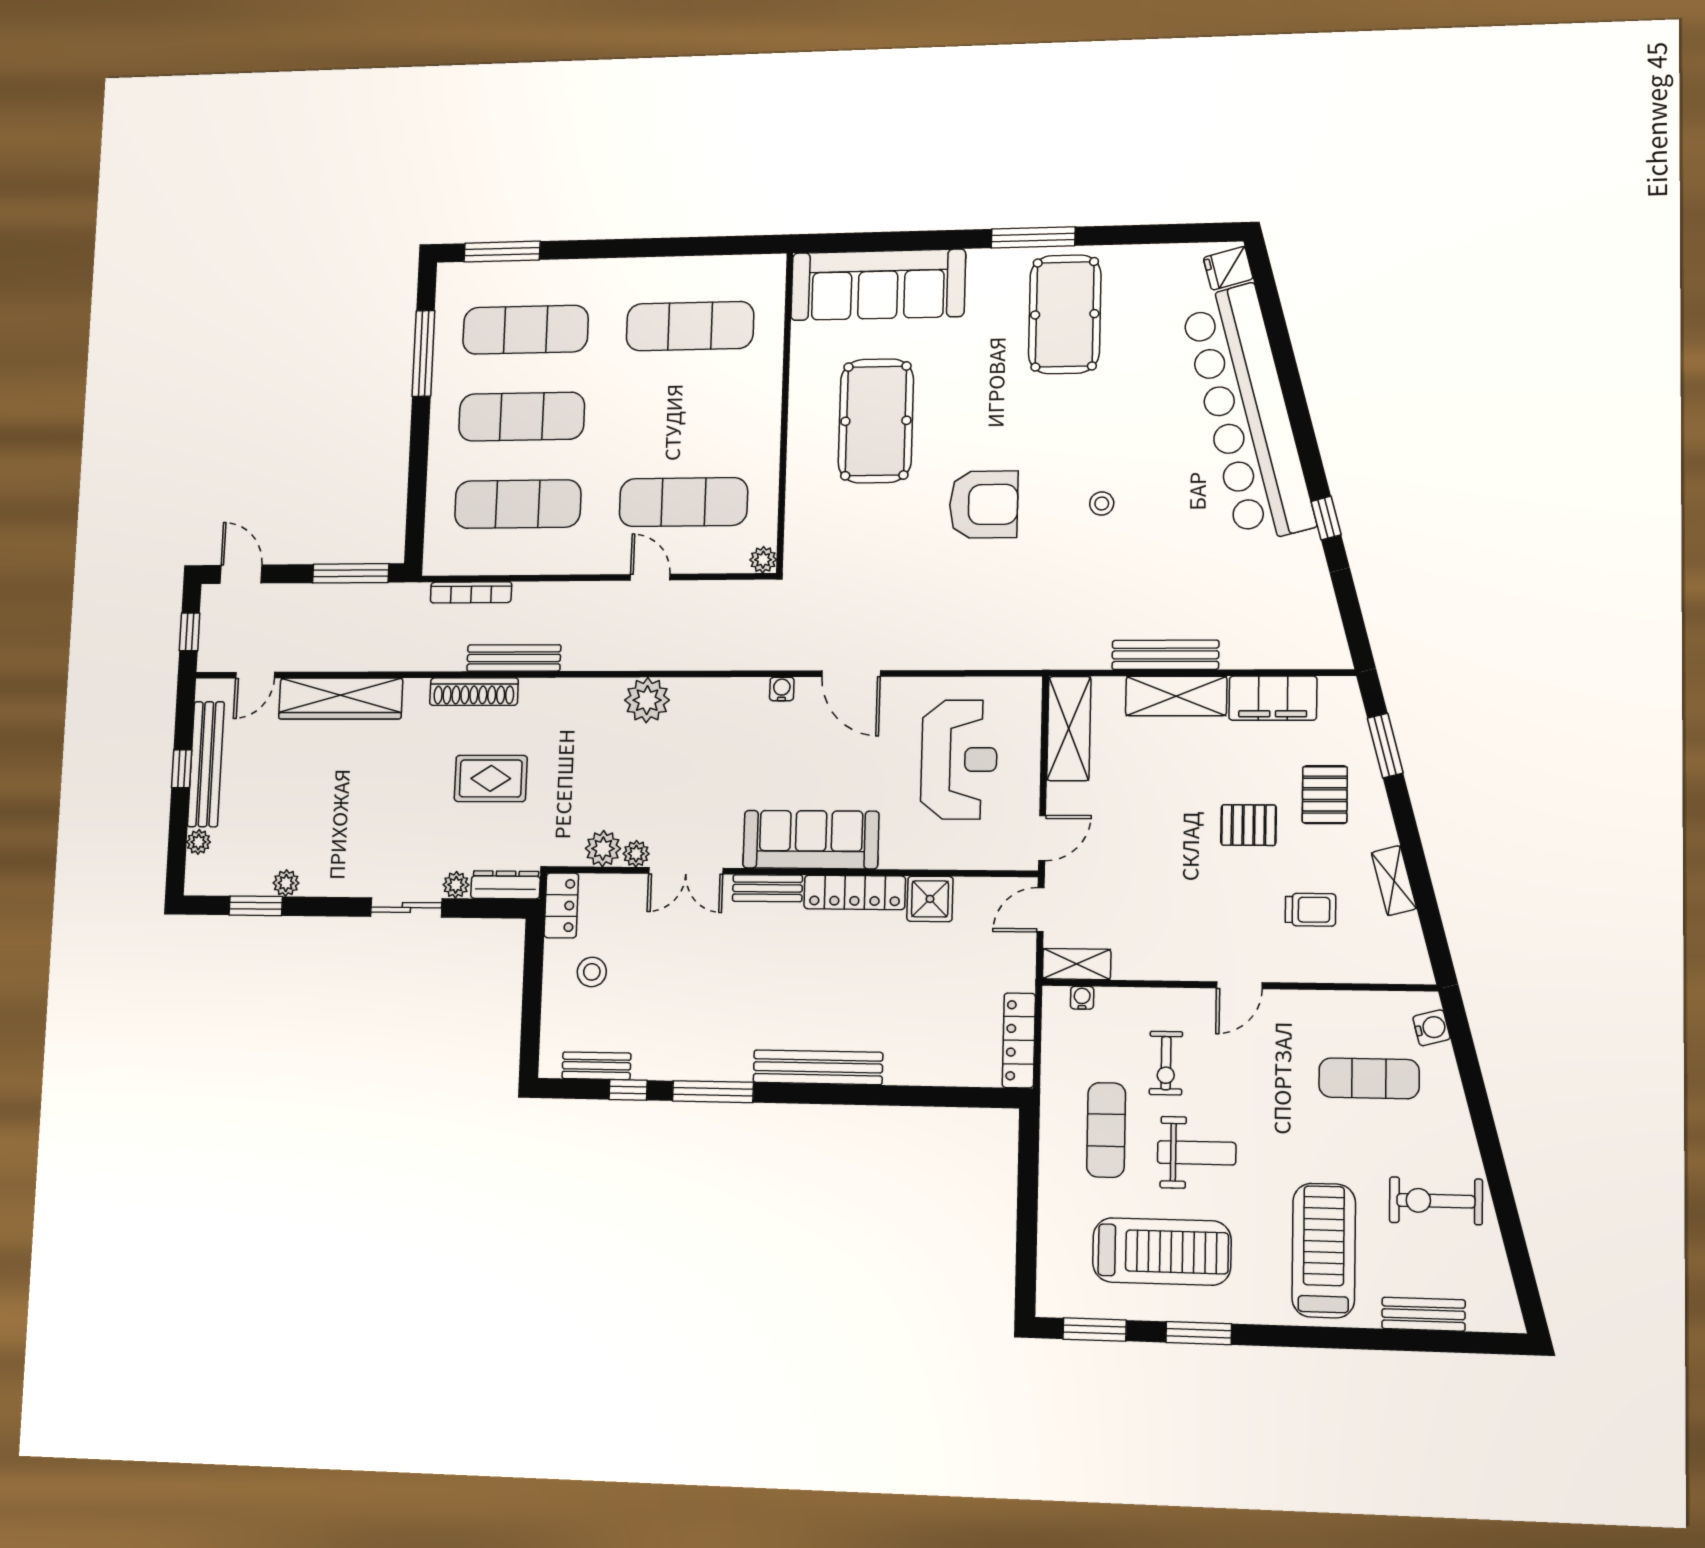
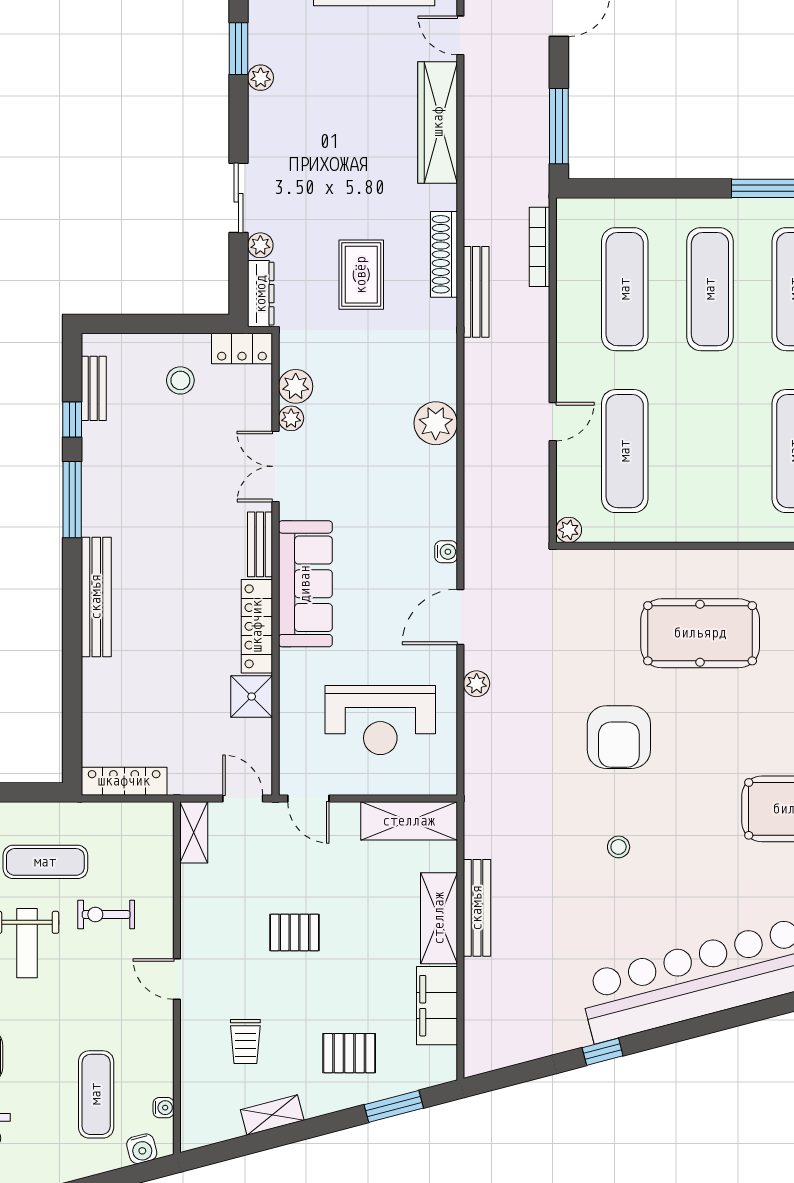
plant: (923, 656) -> (477, 684), added
pallet: (1249, 825) -> (294, 932), moved, turned 90
water cooler: (1082, 998) -> (163, 1108), moved

